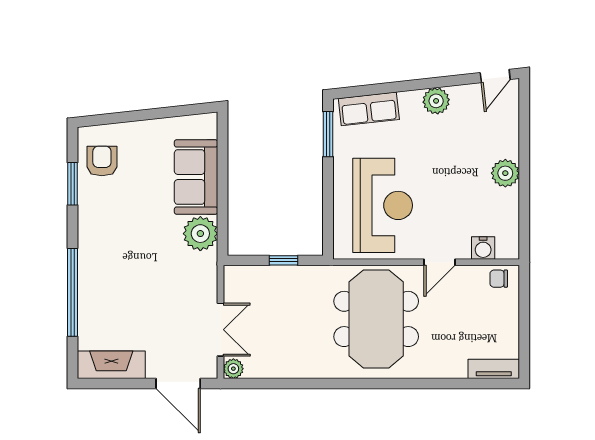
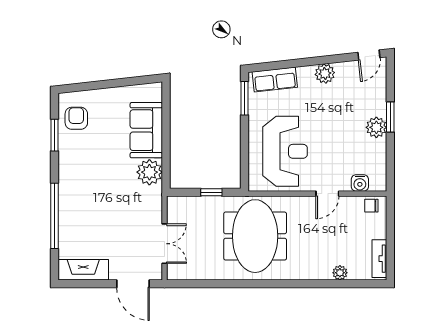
window: (524, 159) -> (390, 117), added
meeting table: (376, 319) -> (255, 236), moved
plant: (233, 369) -> (340, 273), moved
tv unit: (494, 369) -> (379, 259), moved, turned -90

